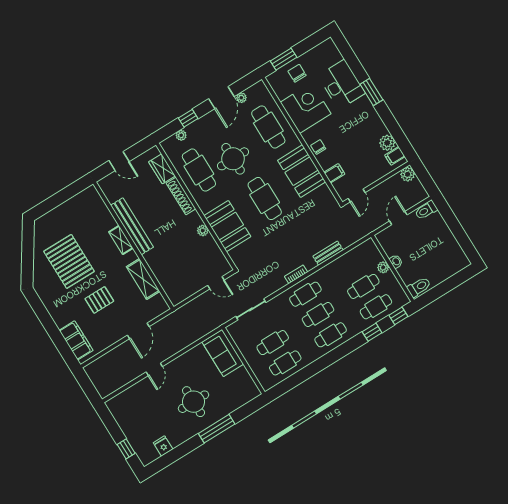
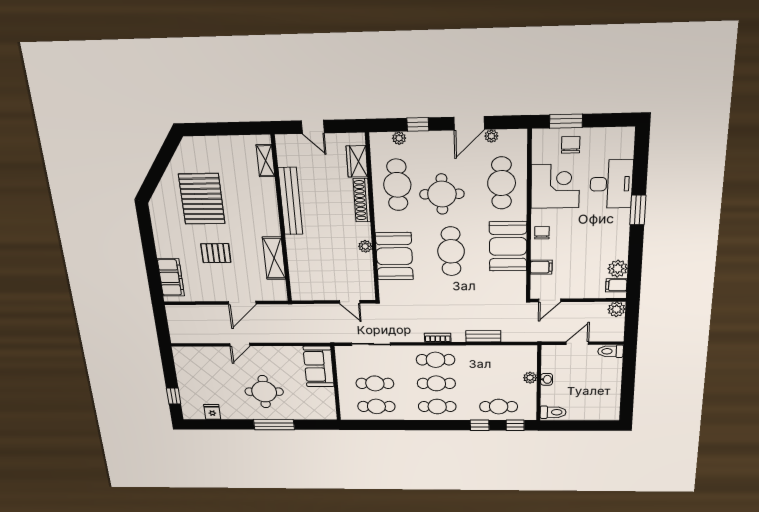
shelving: (121, 240) -> (265, 161), moved
cafe table: (363, 286) -> (498, 383), removed

